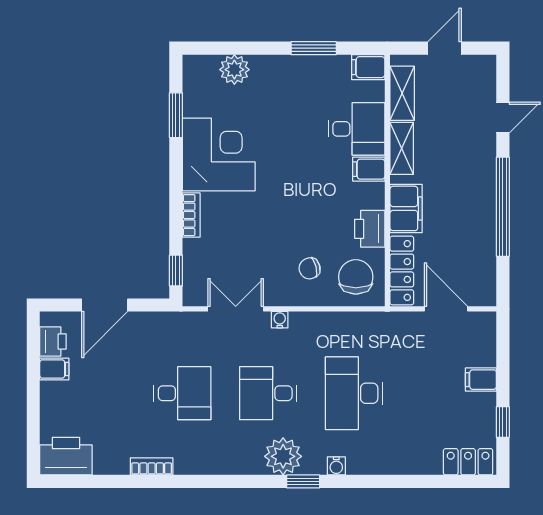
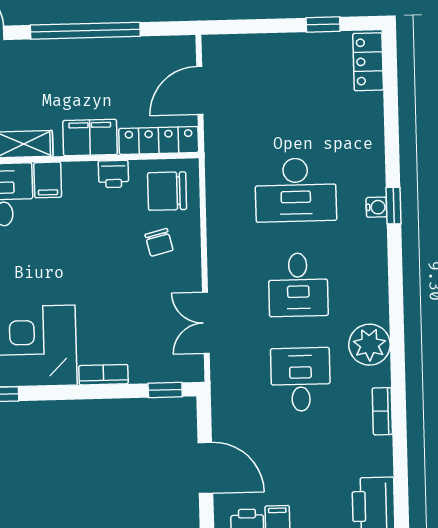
printer: (370, 229) -> (113, 174), width x0.73, depth x0.81
water cooler: (280, 320) -> (217, 274), removed
filing cabinet: (481, 380) -> (277, 50), removed
plant: (283, 456) -> (369, 345), moved
window: (303, 481) -> (394, 206), moved

